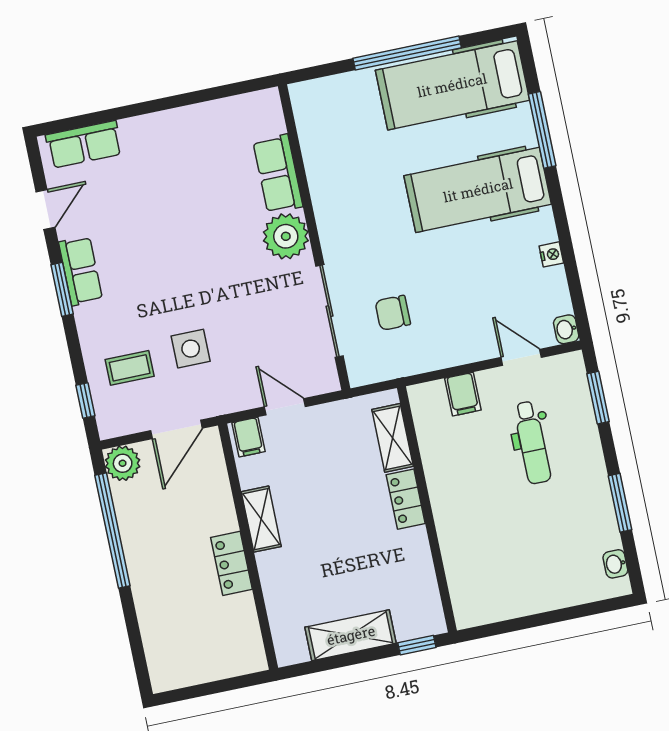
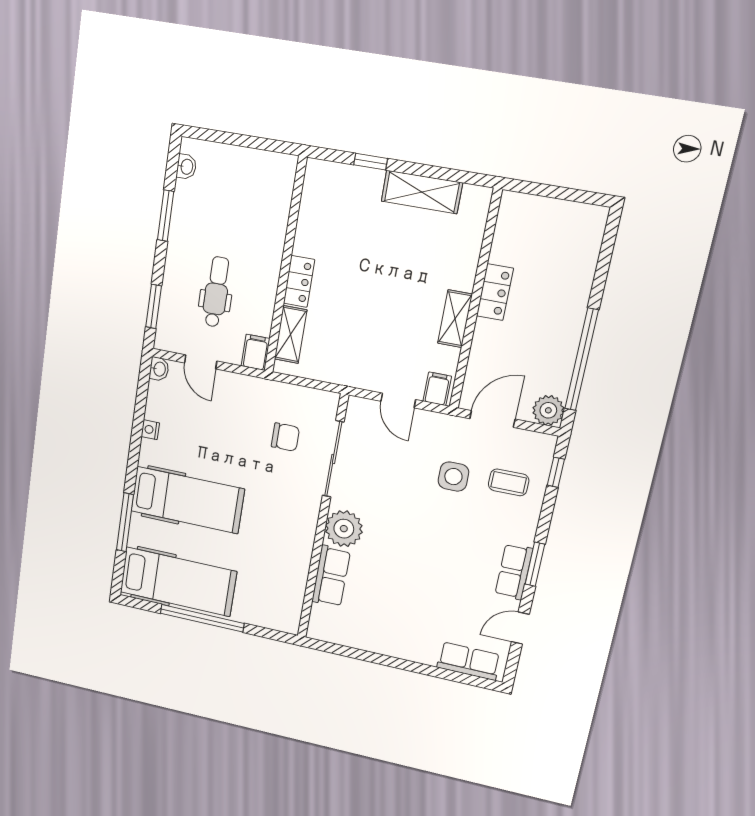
shelving: (393, 438) -> (291, 334), moved
locker: (406, 499) -> (299, 281), moved
wall: (427, 509) -> (285, 266), moved

